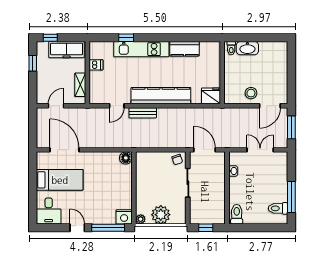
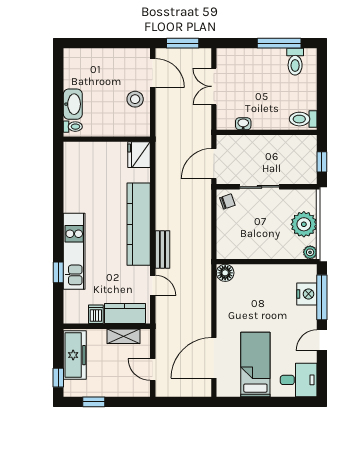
kitchen counter: (185, 49) -> (125, 313), moved, turned -90
nightstand: (124, 217) -> (307, 294), moved

